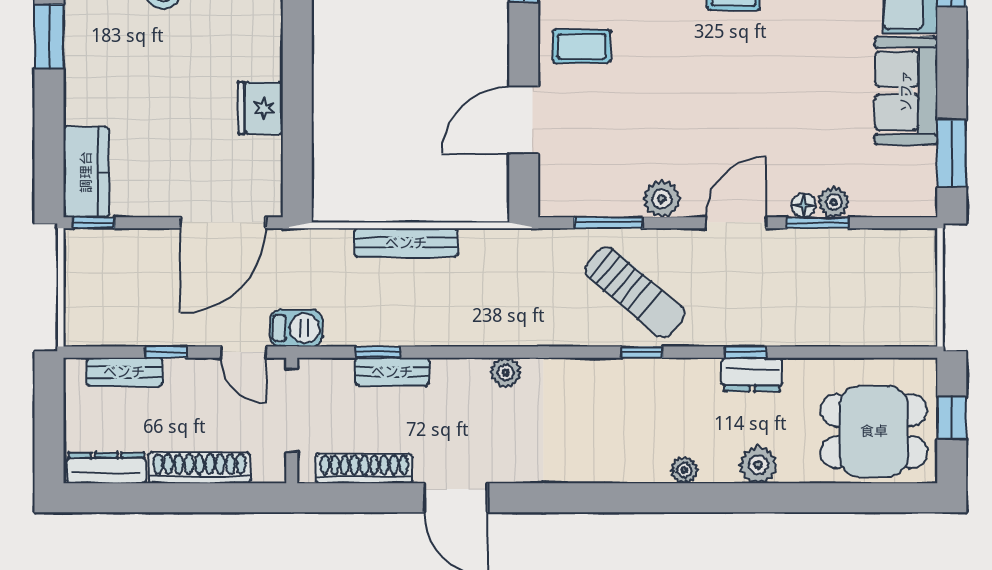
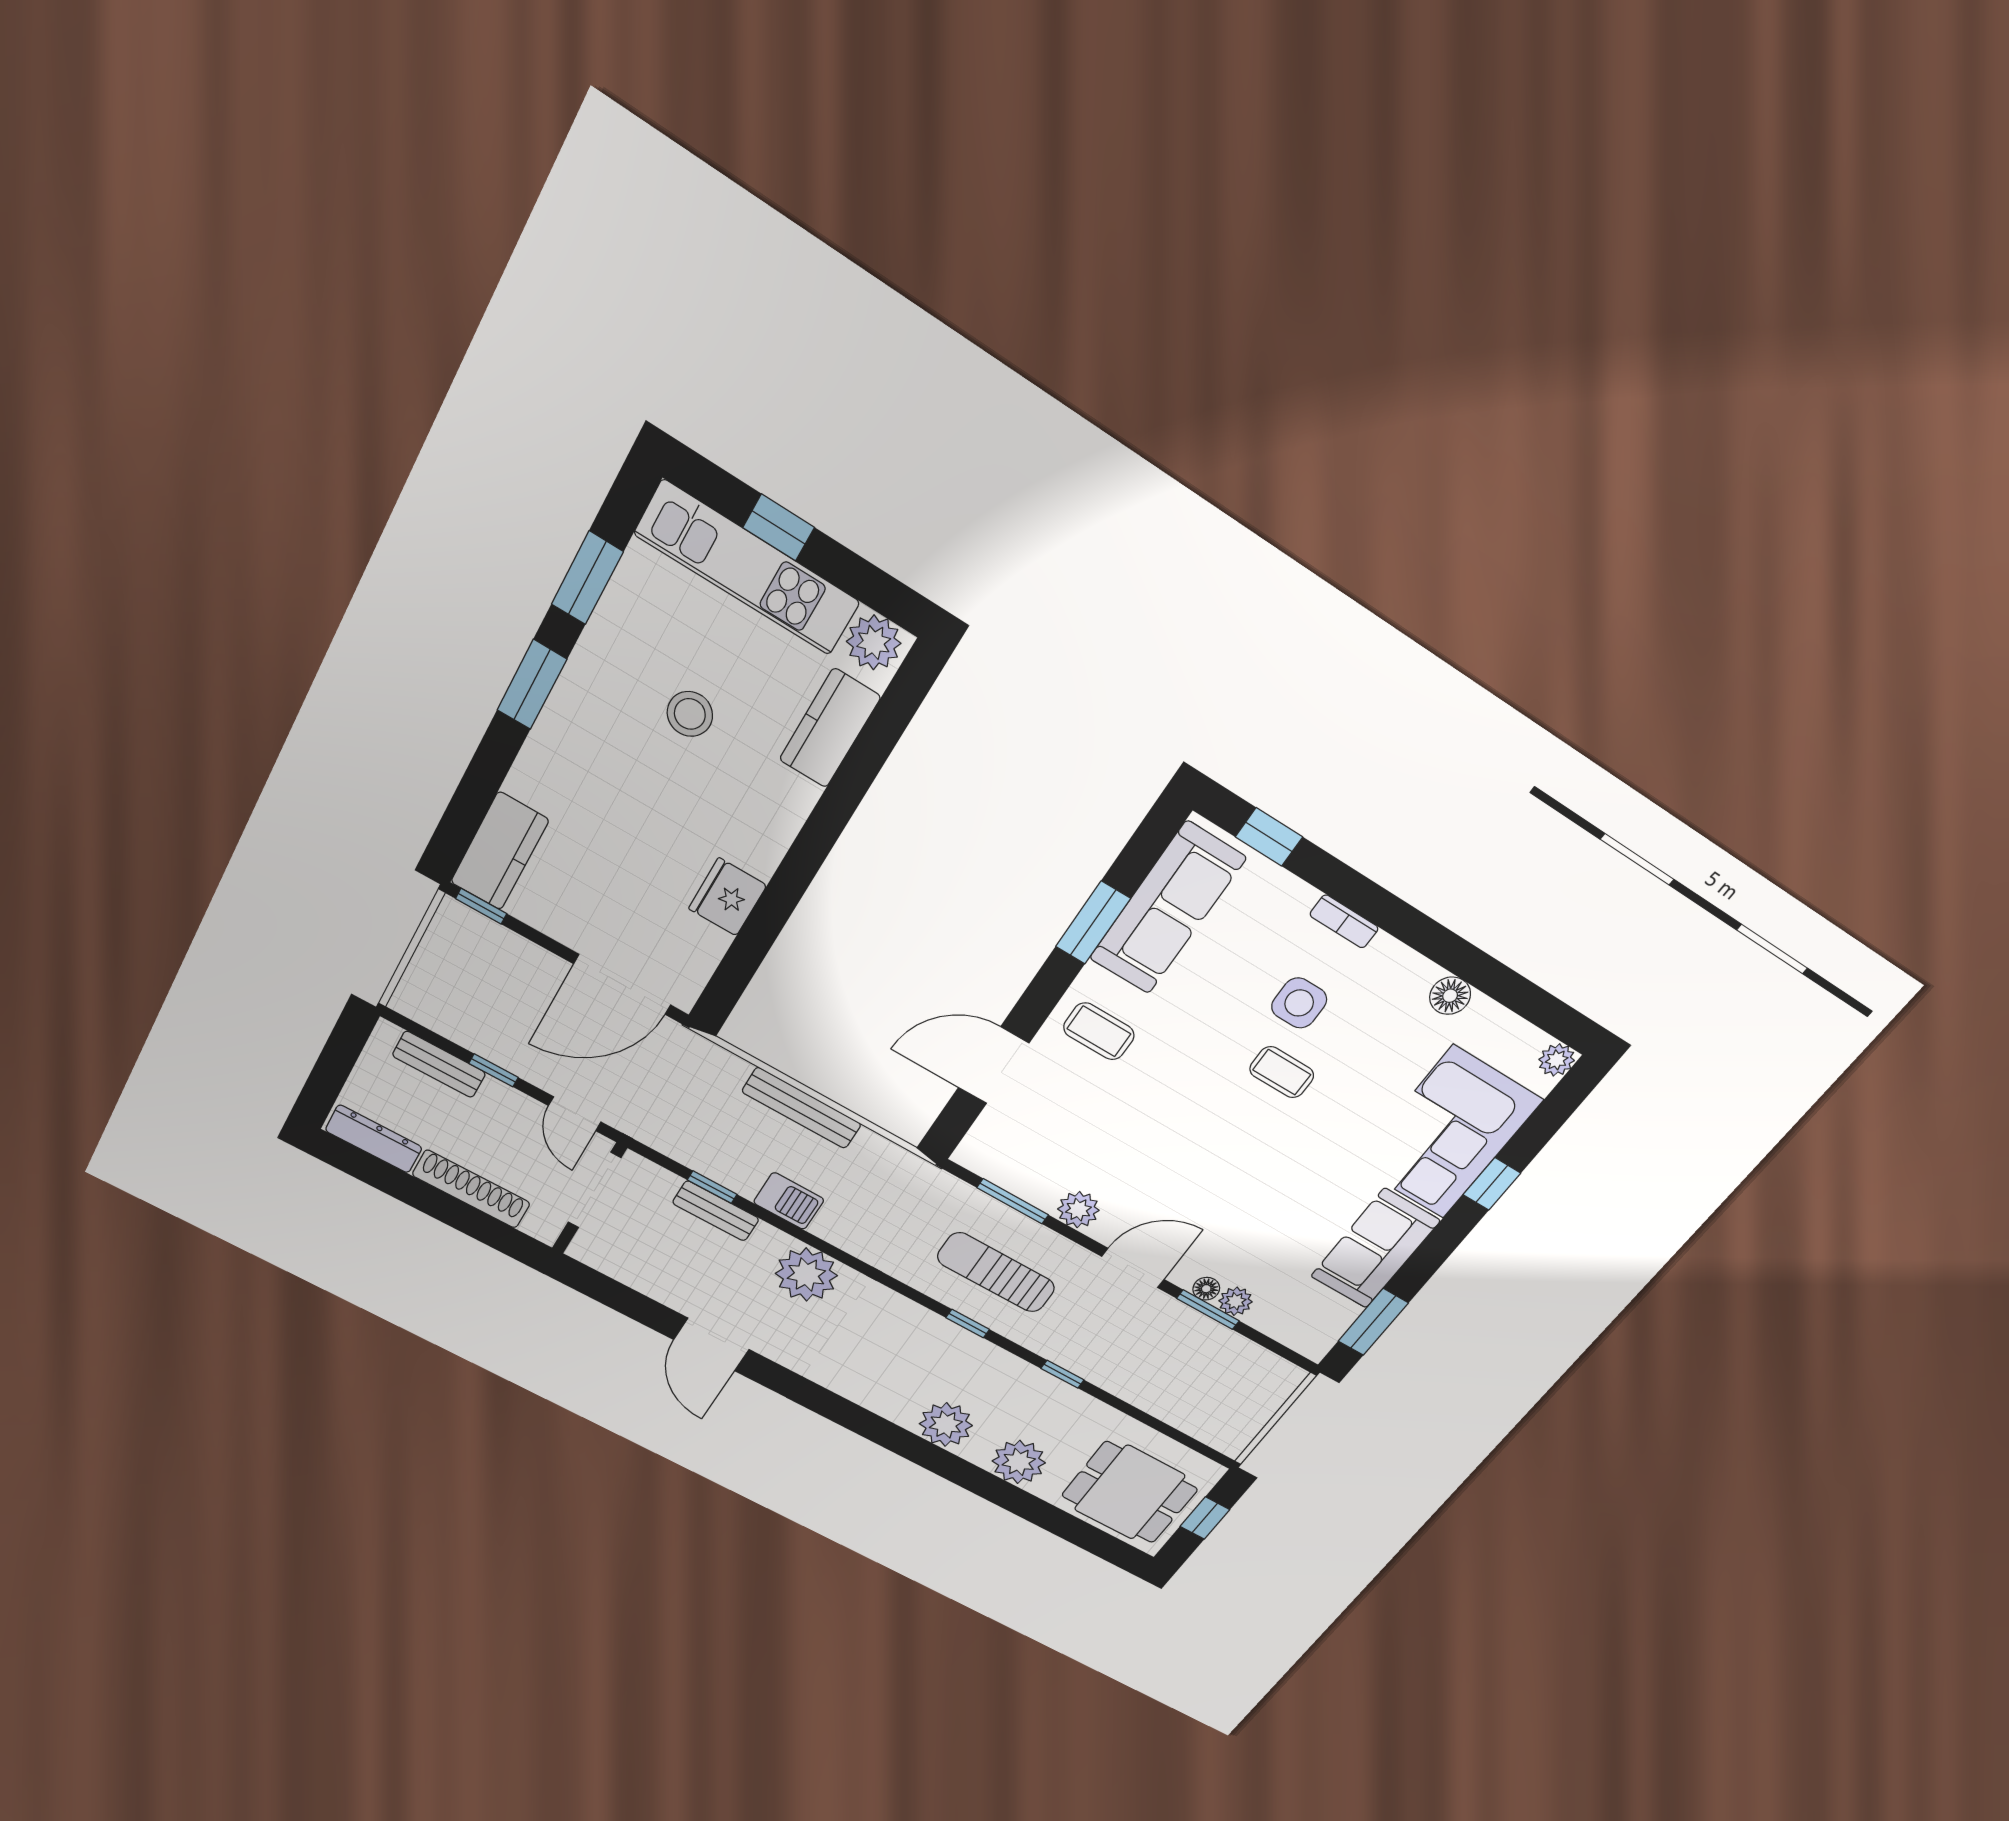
sun lounger: (635, 292) -> (996, 1272), turned 140
barbecue: (296, 328) -> (789, 1201), moved
plant: (505, 373) -> (806, 1275), width x1.87, depth x1.87
dresser: (752, 375) -> (1055, 1394), removed
plant: (758, 465) -> (1019, 1462), width x1.36, depth x1.36
shoe rack: (364, 469) -> (637, 1276), removed
plant: (684, 470) -> (946, 1425), width x1.88, depth x1.88

